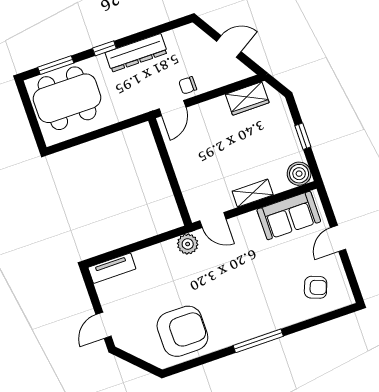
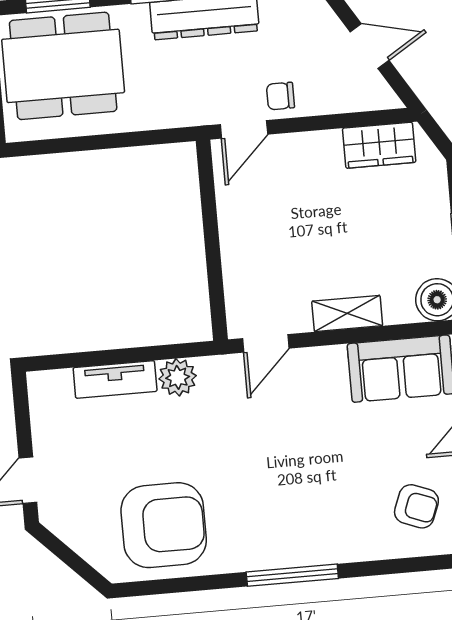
door: (213, 220) -> (266, 343), hinge flipped
plant: (188, 244) -> (178, 377), moved
tv unit: (112, 268) -> (115, 379), moved

